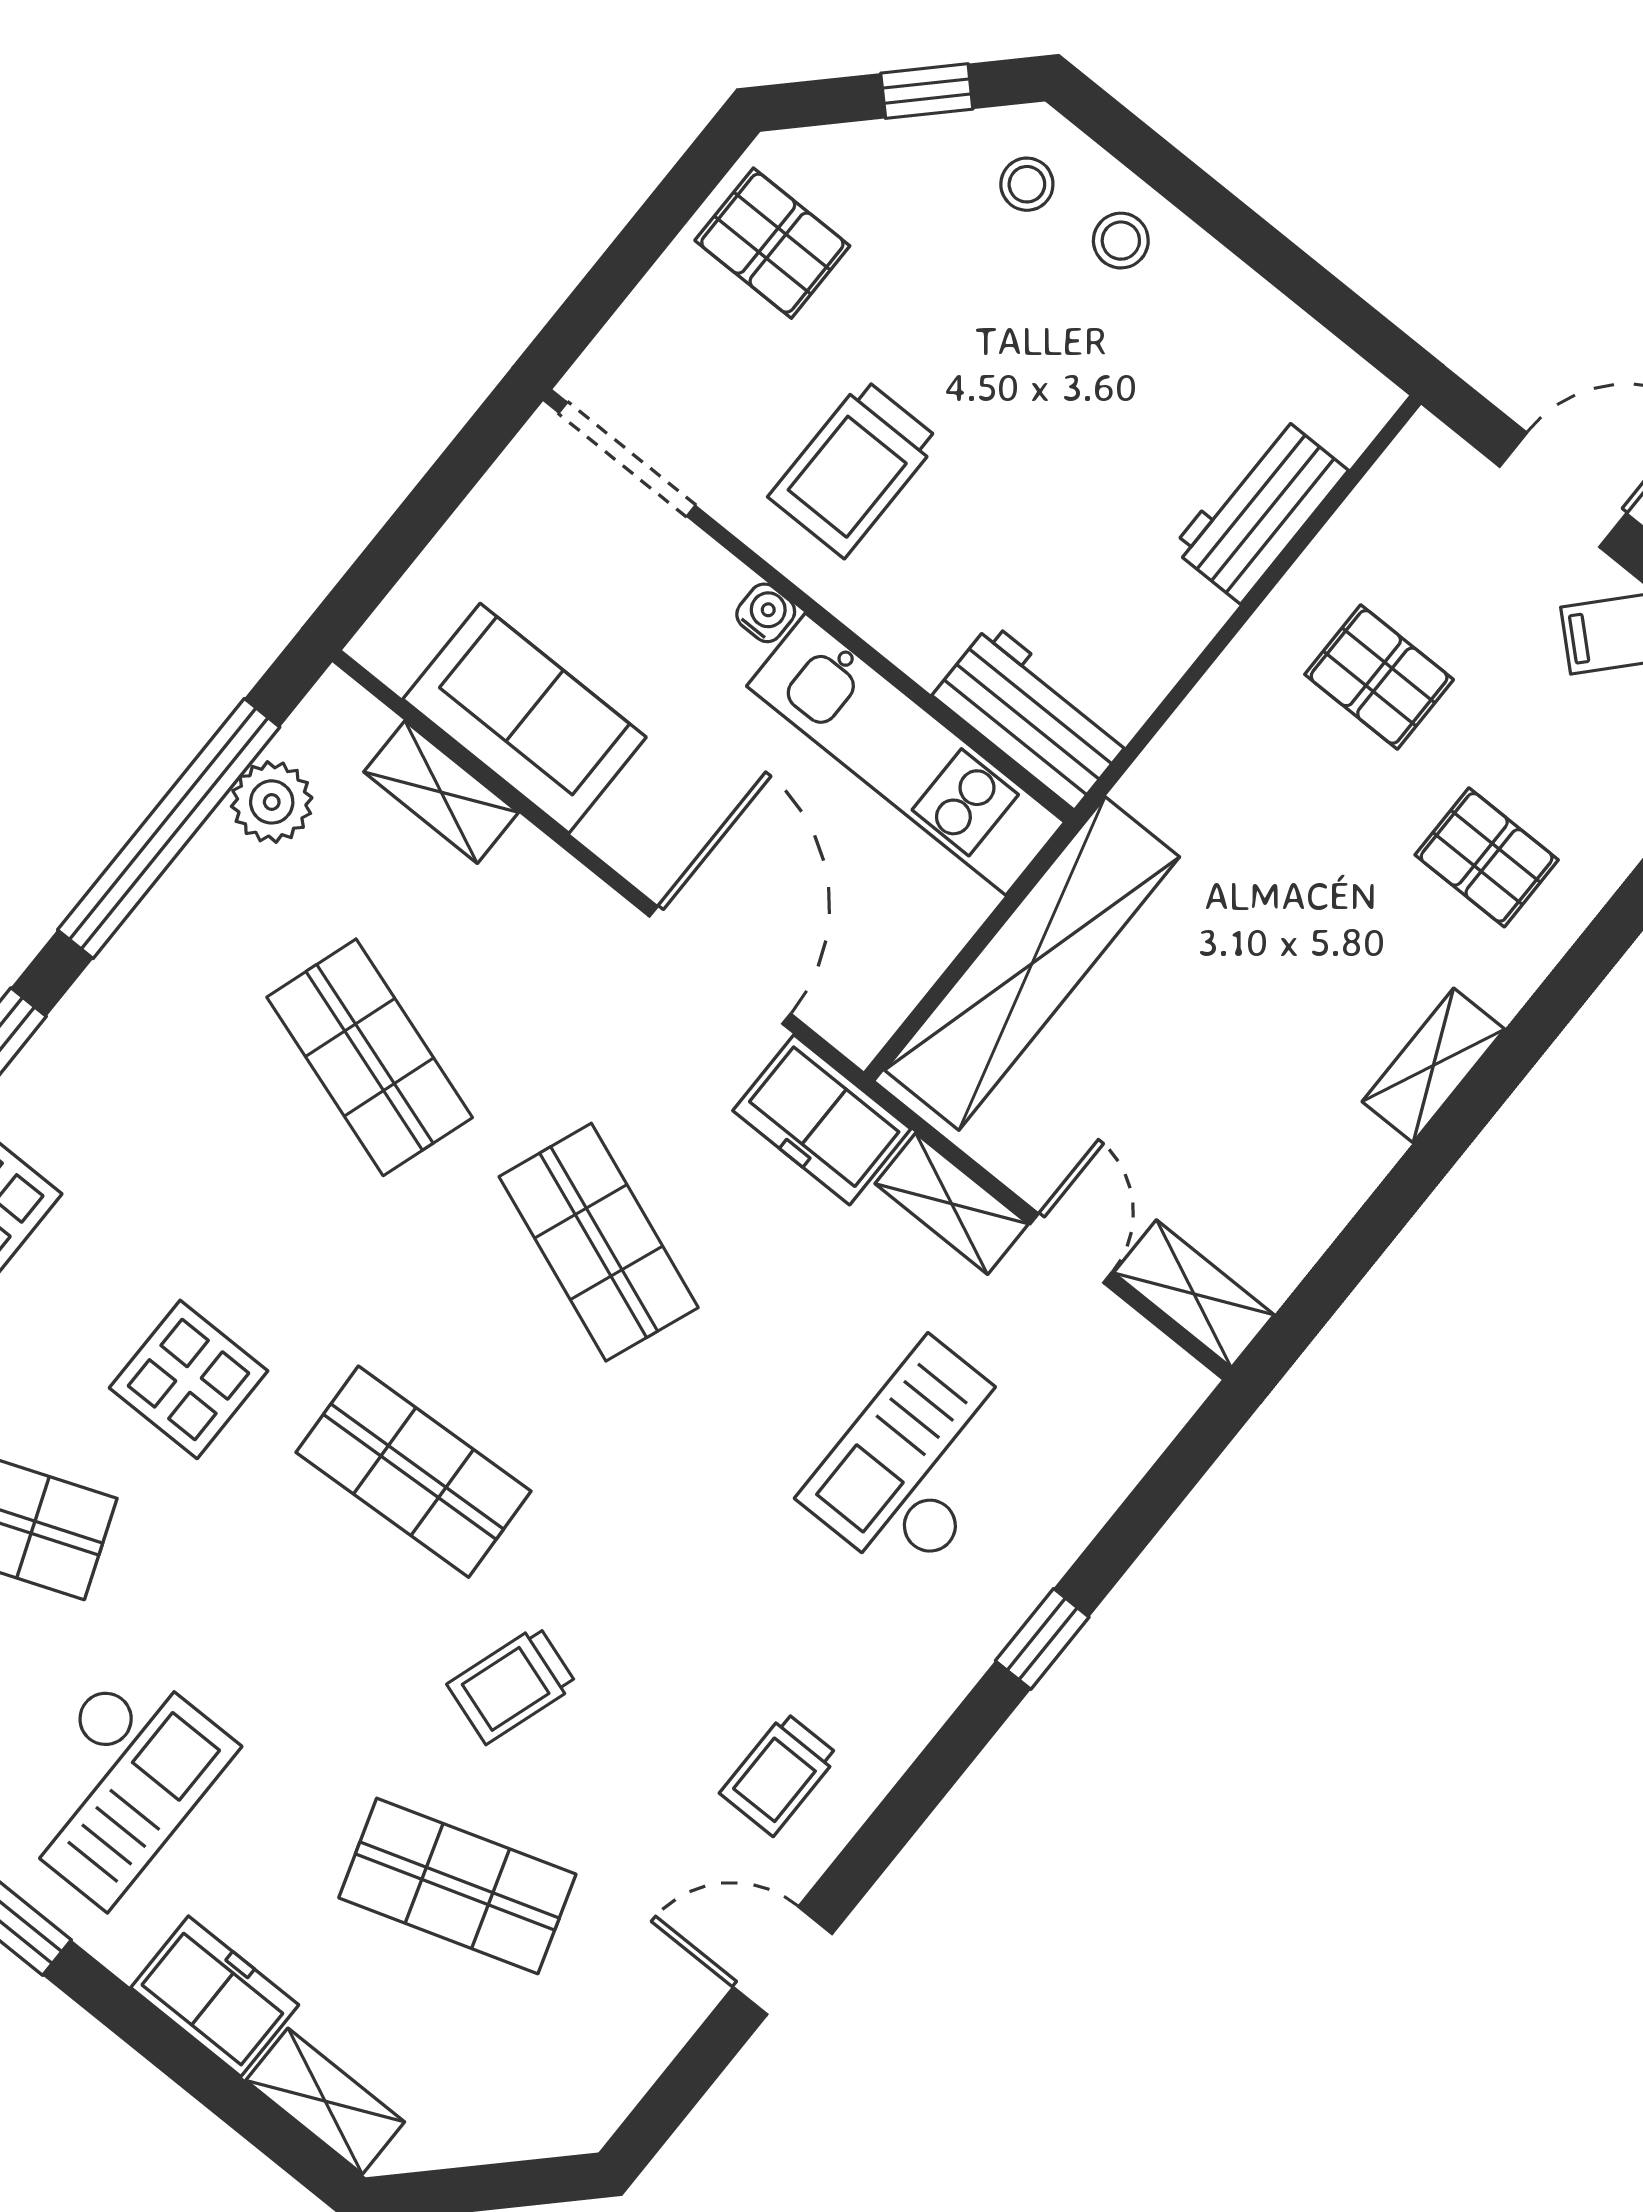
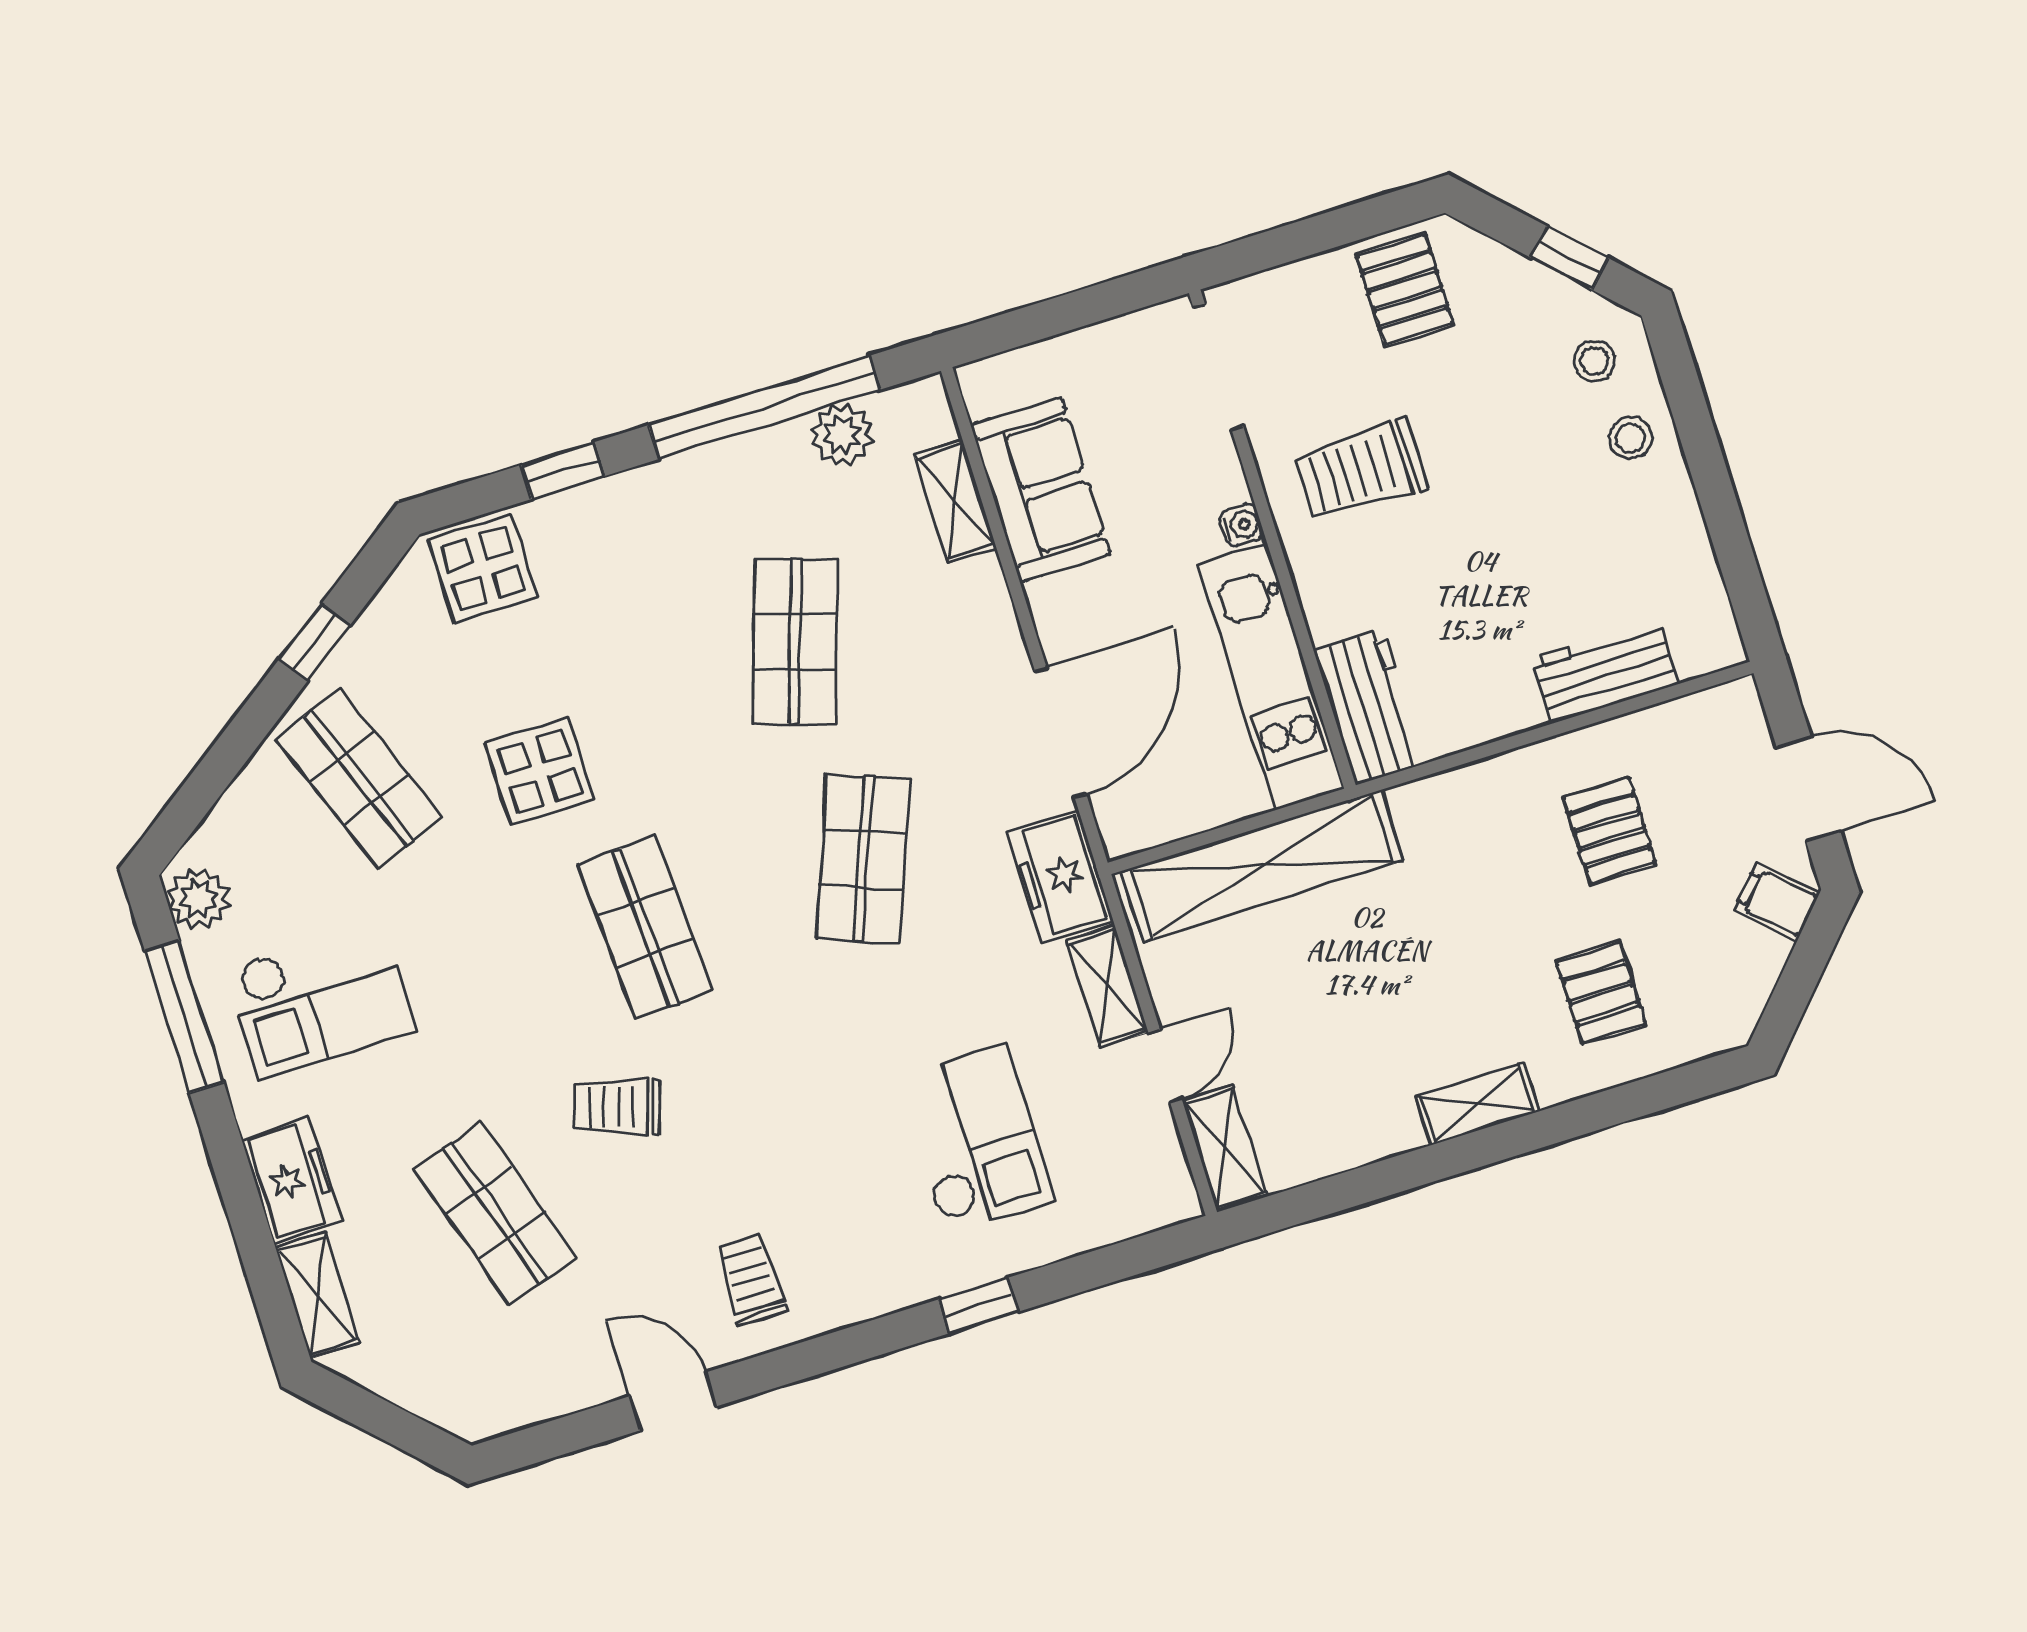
checkout: (919, 1462) -> (975, 1139), turned 90
trolley: (779, 1774) -> (751, 1280), turned 90

